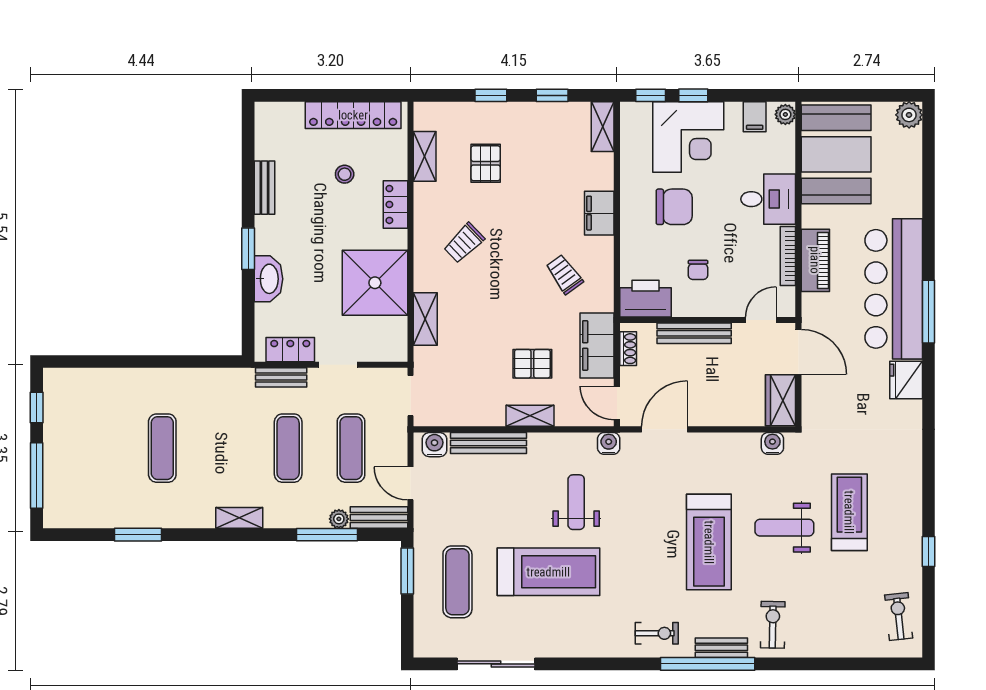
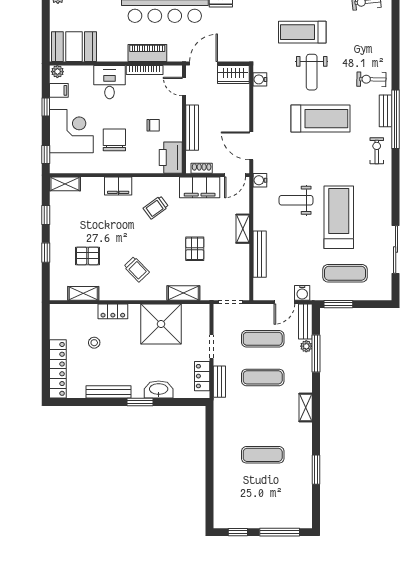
window: (693, 95) -> (46, 107), moved
locker: (353, 115) -> (58, 369), moved
booth: (836, 154) -> (74, 47), width x0.73, depth x0.70
bench: (264, 188) -> (108, 392), width x1.36
pallet: (532, 364) -> (195, 249), moved
water cooler: (434, 445) -> (302, 293), moved, turned -90

